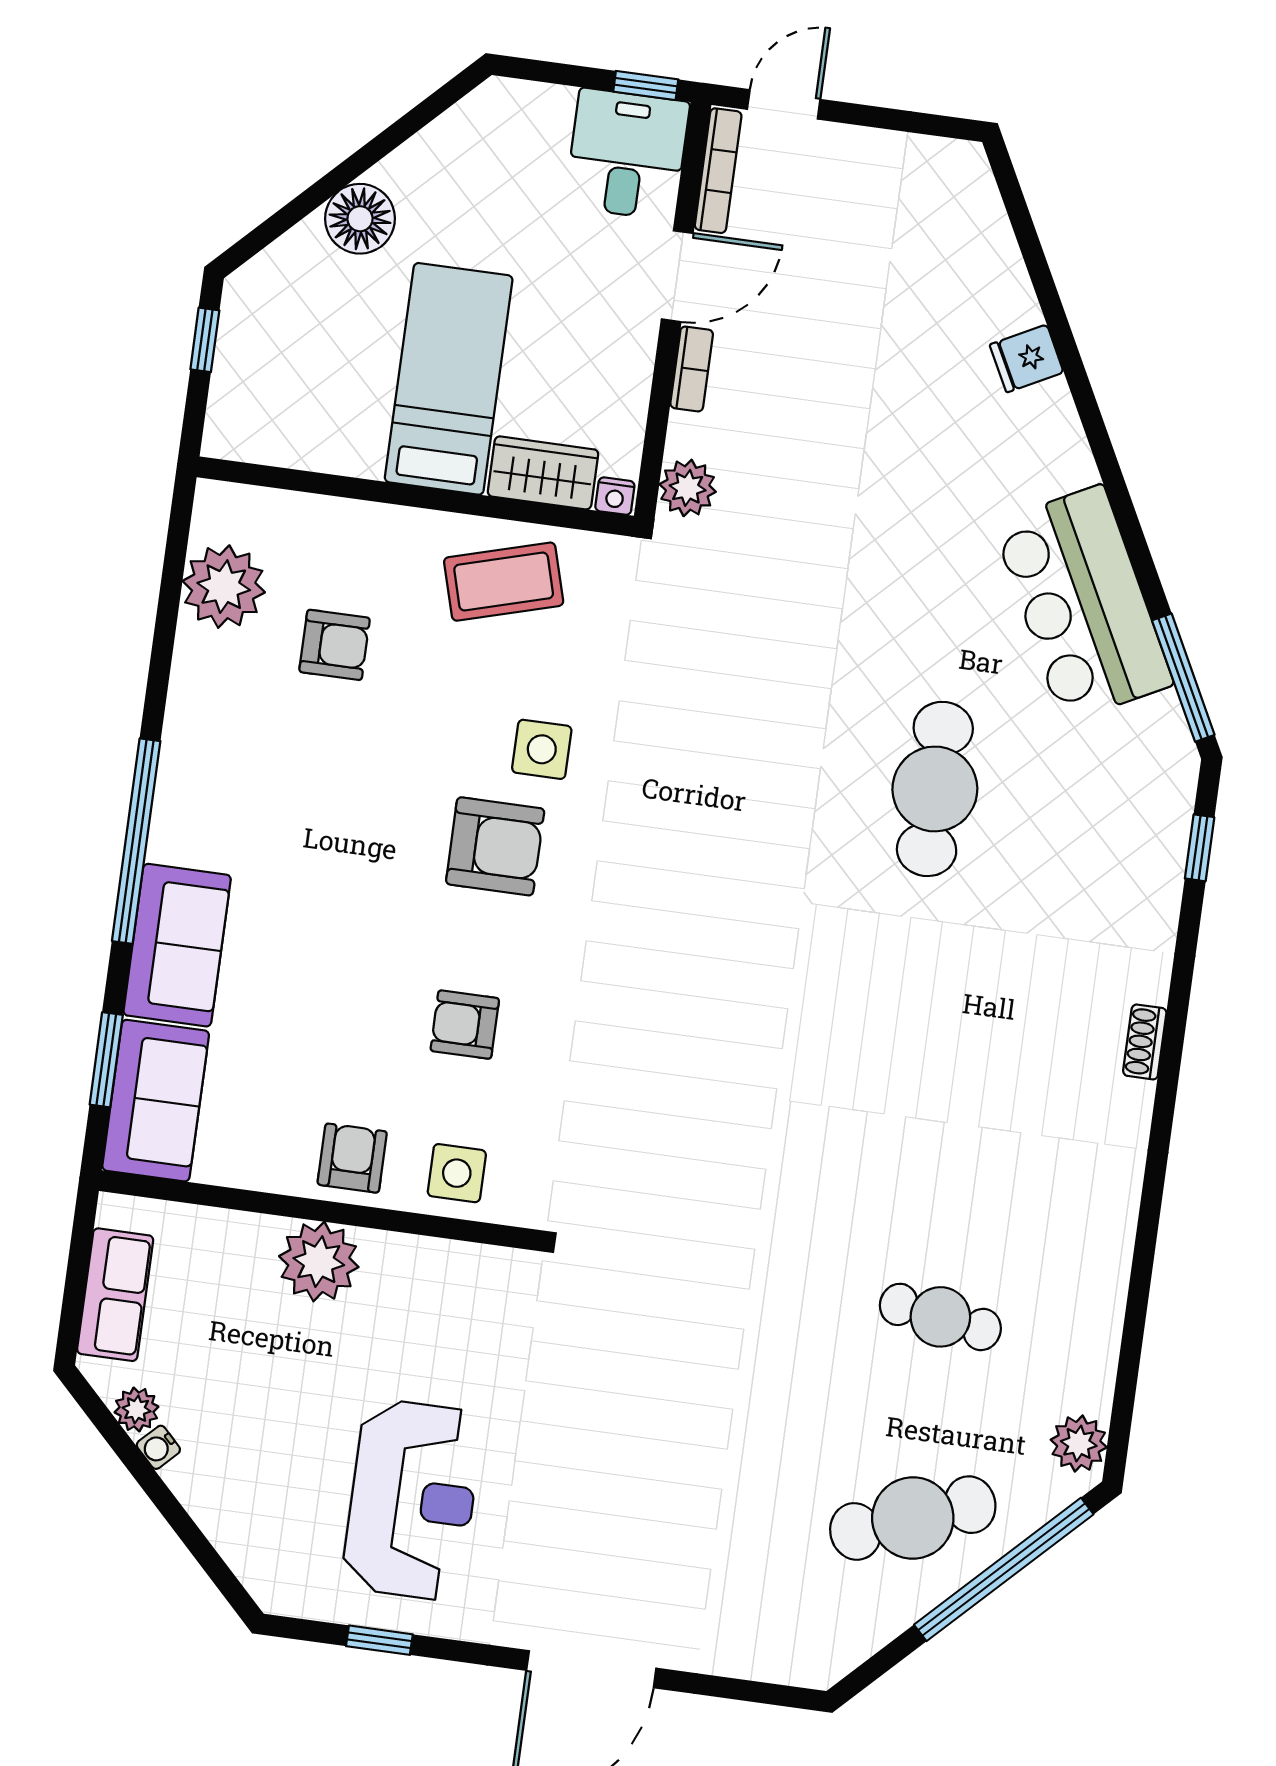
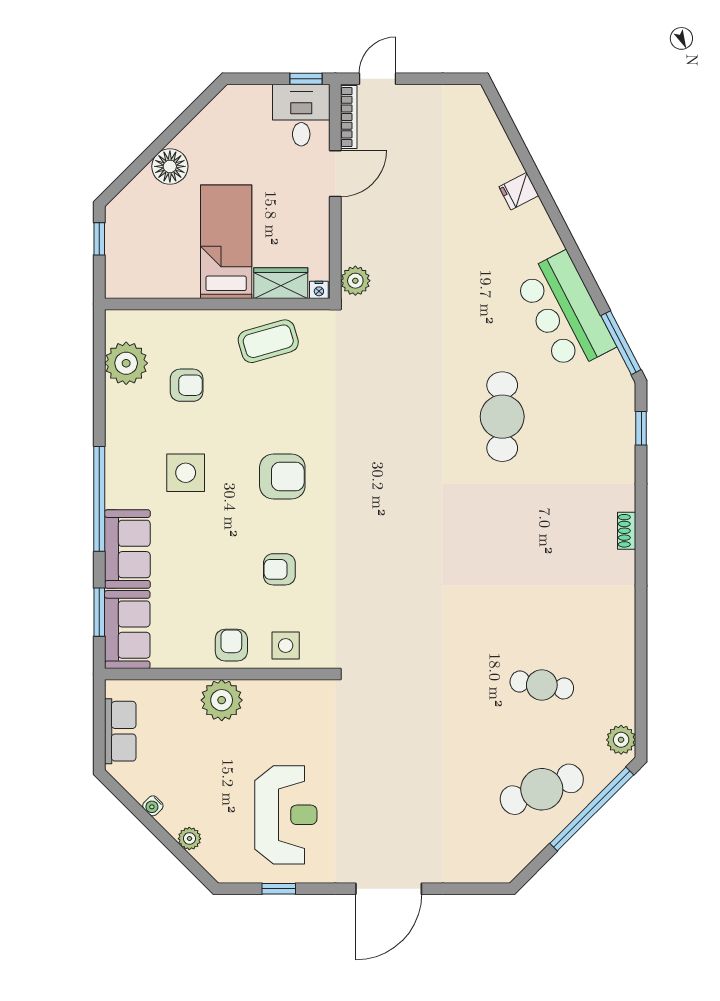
bookcase: (692, 369) -> (349, 220), removed
side table: (542, 749) -> (186, 473), moved, width x1.37, depth x1.37
plant: (137, 1409) -> (189, 839), moved

